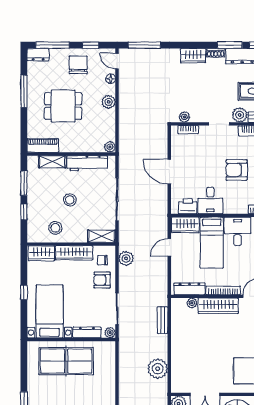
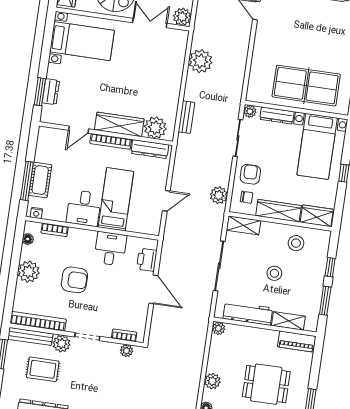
printer: (188, 206) -> (147, 260), moved, turned 90
wardrobe: (185, 225) -> (144, 224), removed
armchair: (102, 280) -> (250, 174), turned -90
plant: (192, 303) -> (155, 128), width x1.87, depth x1.87

